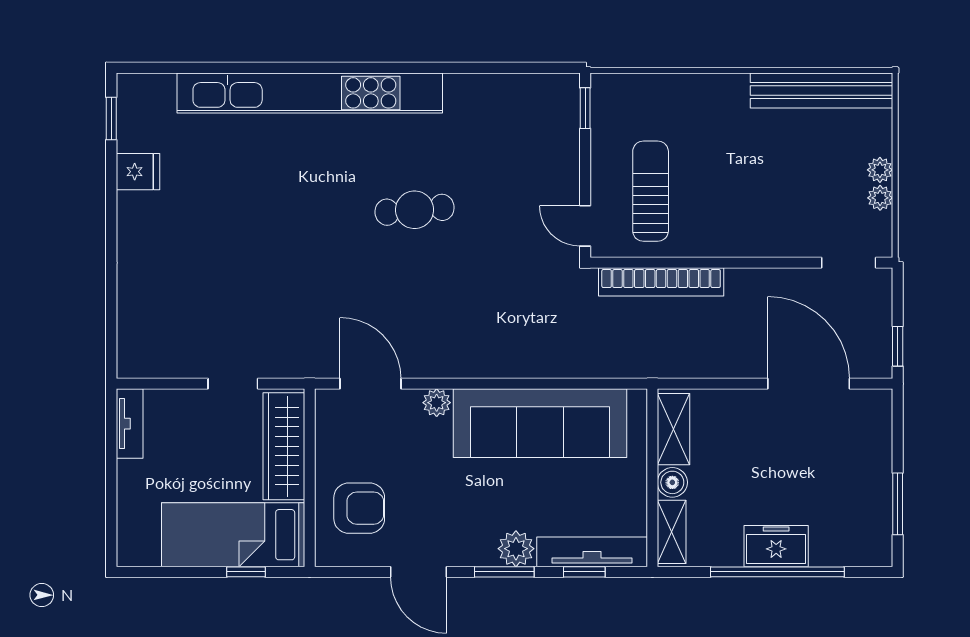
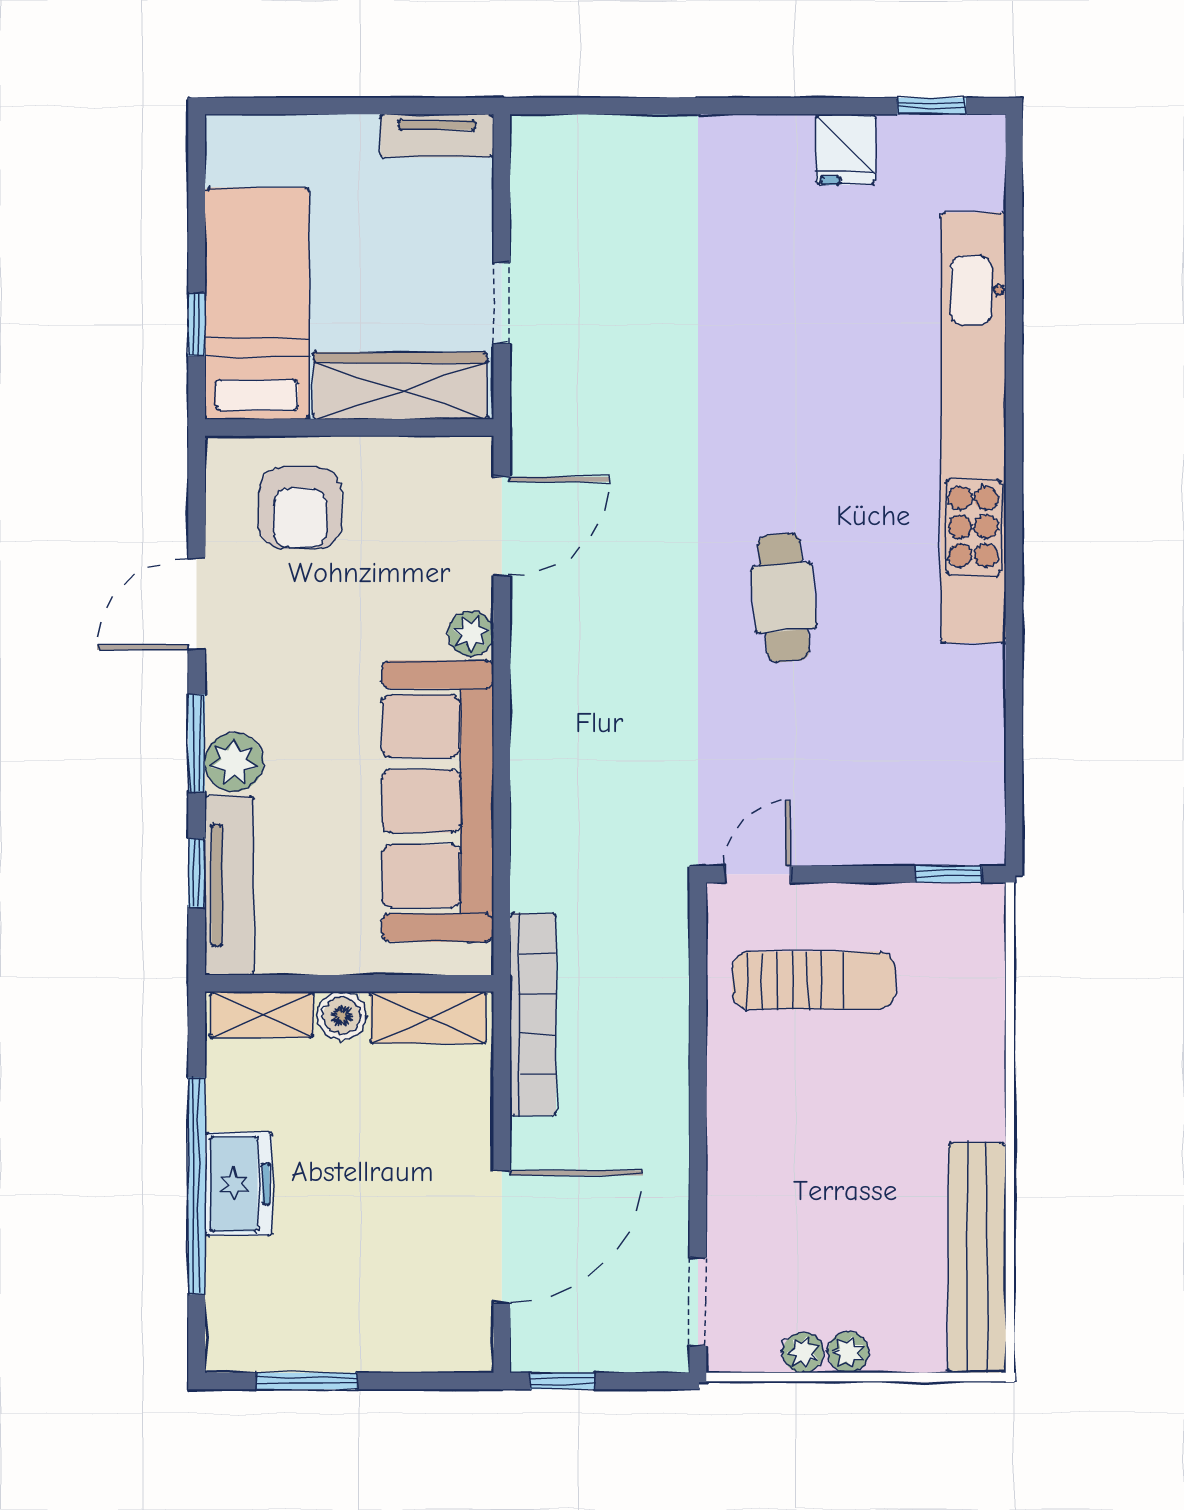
bookcase: (661, 282) -> (533, 1014), moved, turned 180

